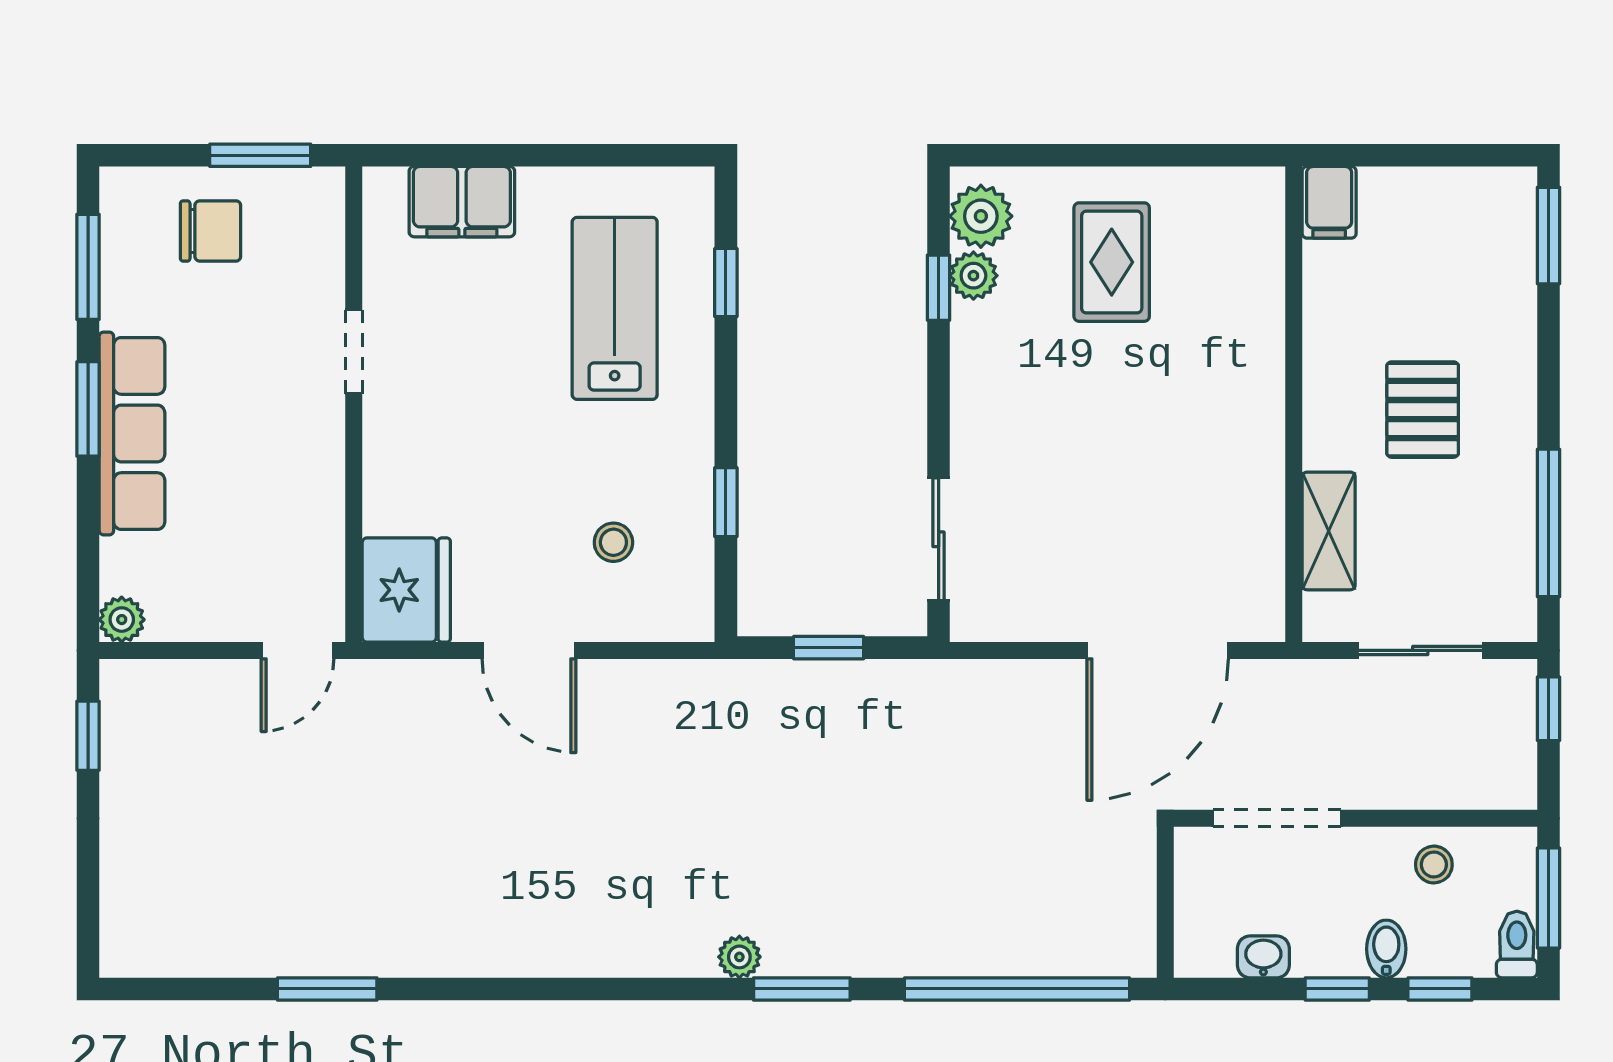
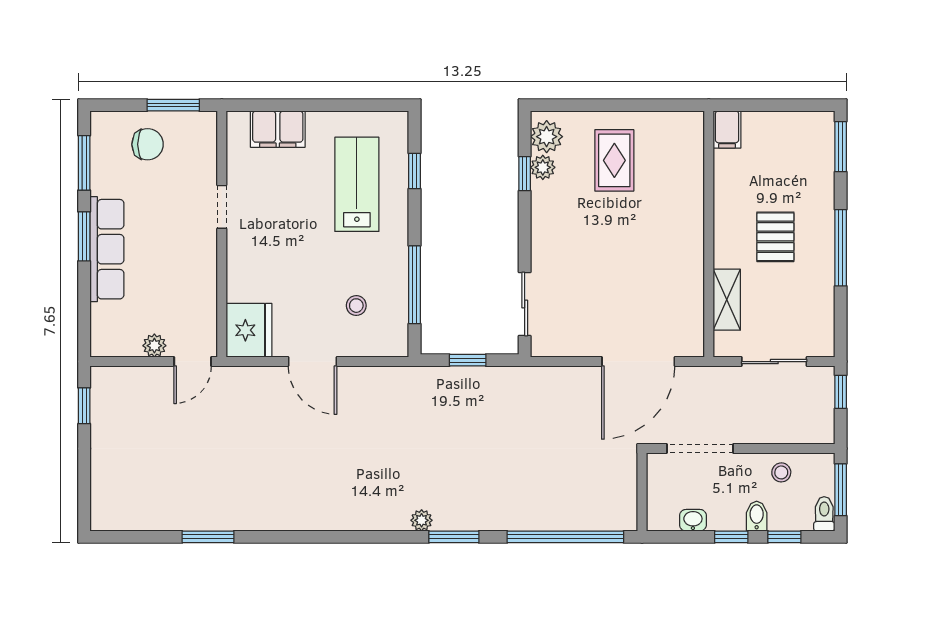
window: (726, 502) -> (415, 285), width x2.17
window: (1548, 523) -> (841, 248), moved
plant: (122, 620) -> (154, 346), moved

